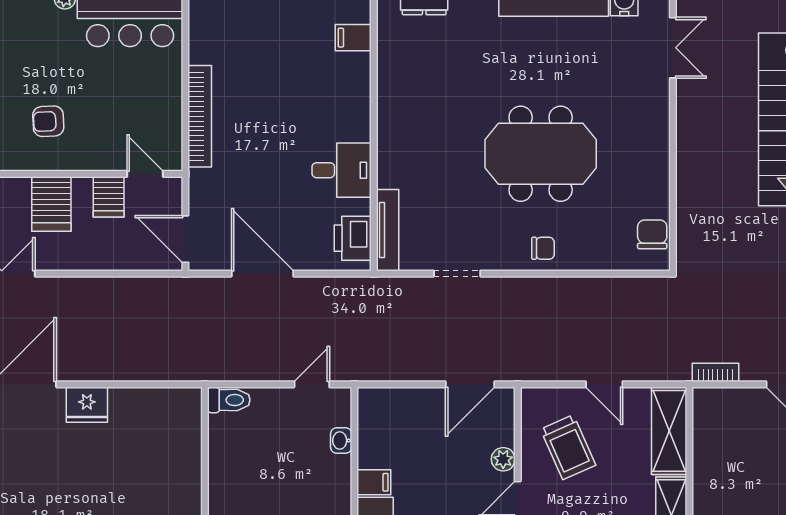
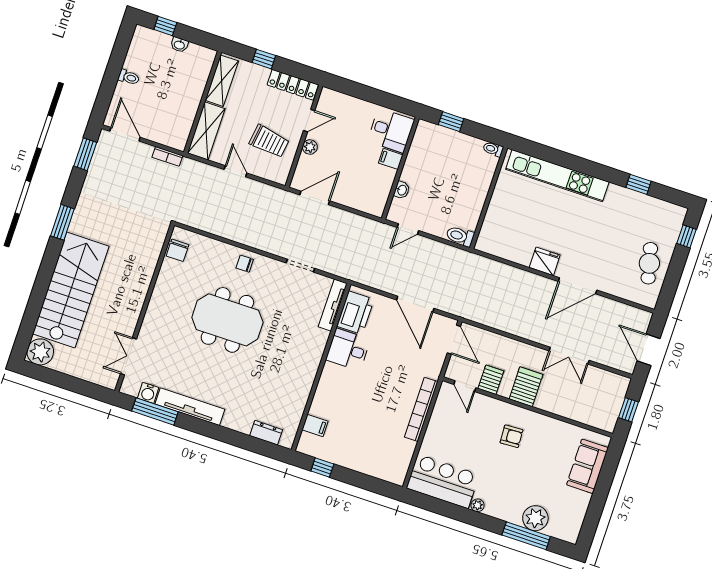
printer: (353, 238) -> (355, 313), width x1.37, depth x1.19
trolley: (568, 447) -> (269, 141), turned 122

